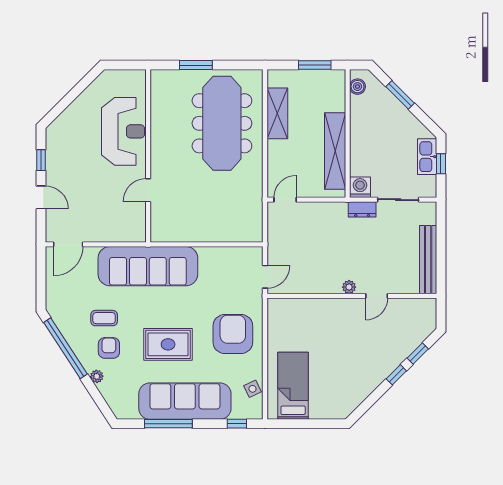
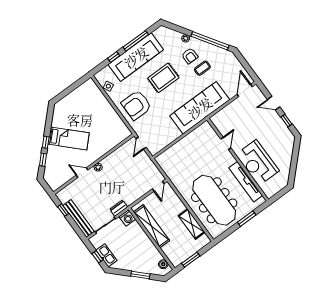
tv unit: (160, 117) -> (246, 182), added
bench: (428, 260) -> (79, 218), moved
window: (441, 263) -> (63, 210), added
door: (377, 296) -> (82, 173), hinge flipped
armchair: (233, 334) -> (136, 105), turned 90
bed: (293, 386) -> (69, 138), moved, turned -45
window: (237, 424) -> (114, 57), moved

